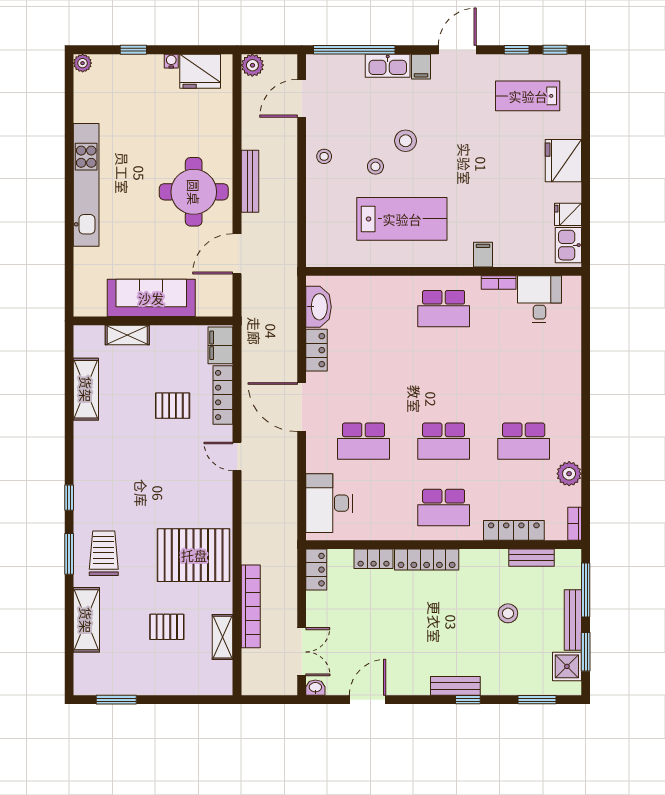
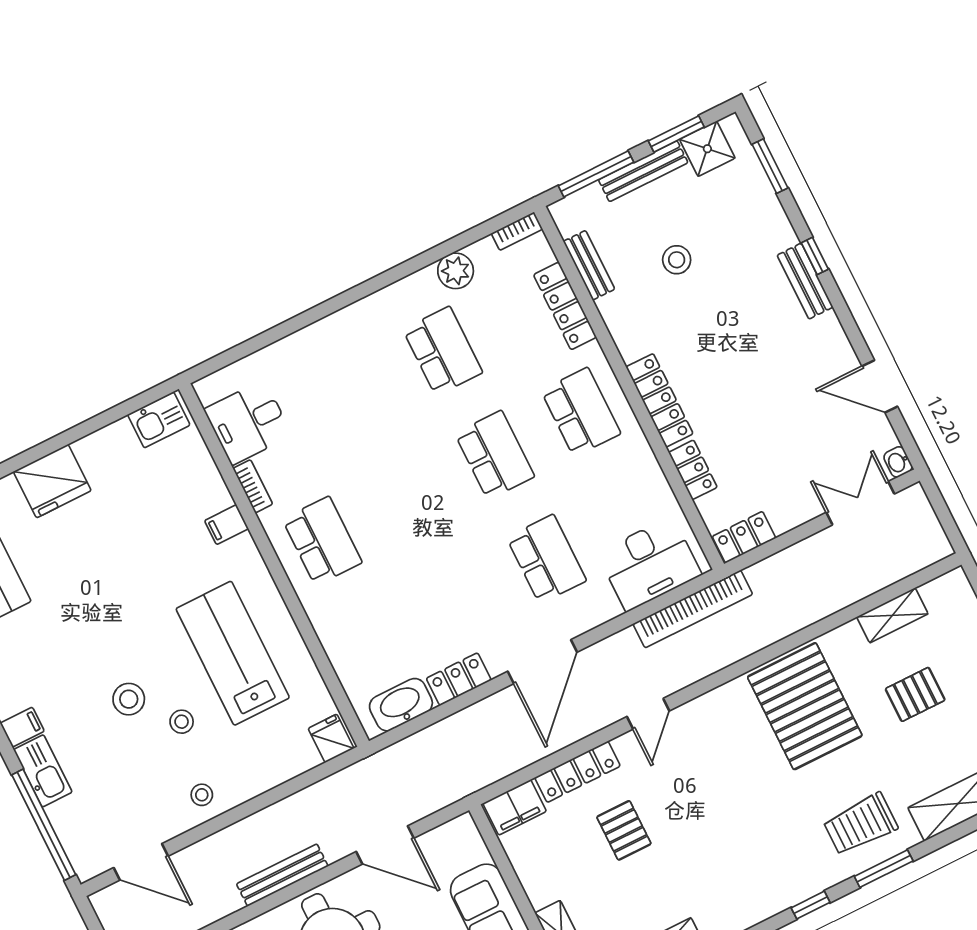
fridge: (568, 214) -> (331, 738), moved, turned 180
bookcase: (251, 606) -> (693, 609), moved, turned 180
pallet: (167, 627) -> (915, 694), turned 90

